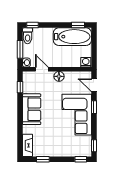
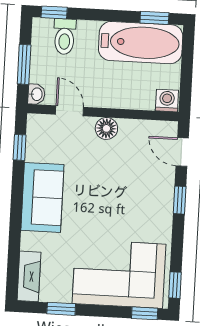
toilet: (28, 36) -> (65, 37), moved
corner sofa: (77, 115) -> (119, 274), moved, turned 90

